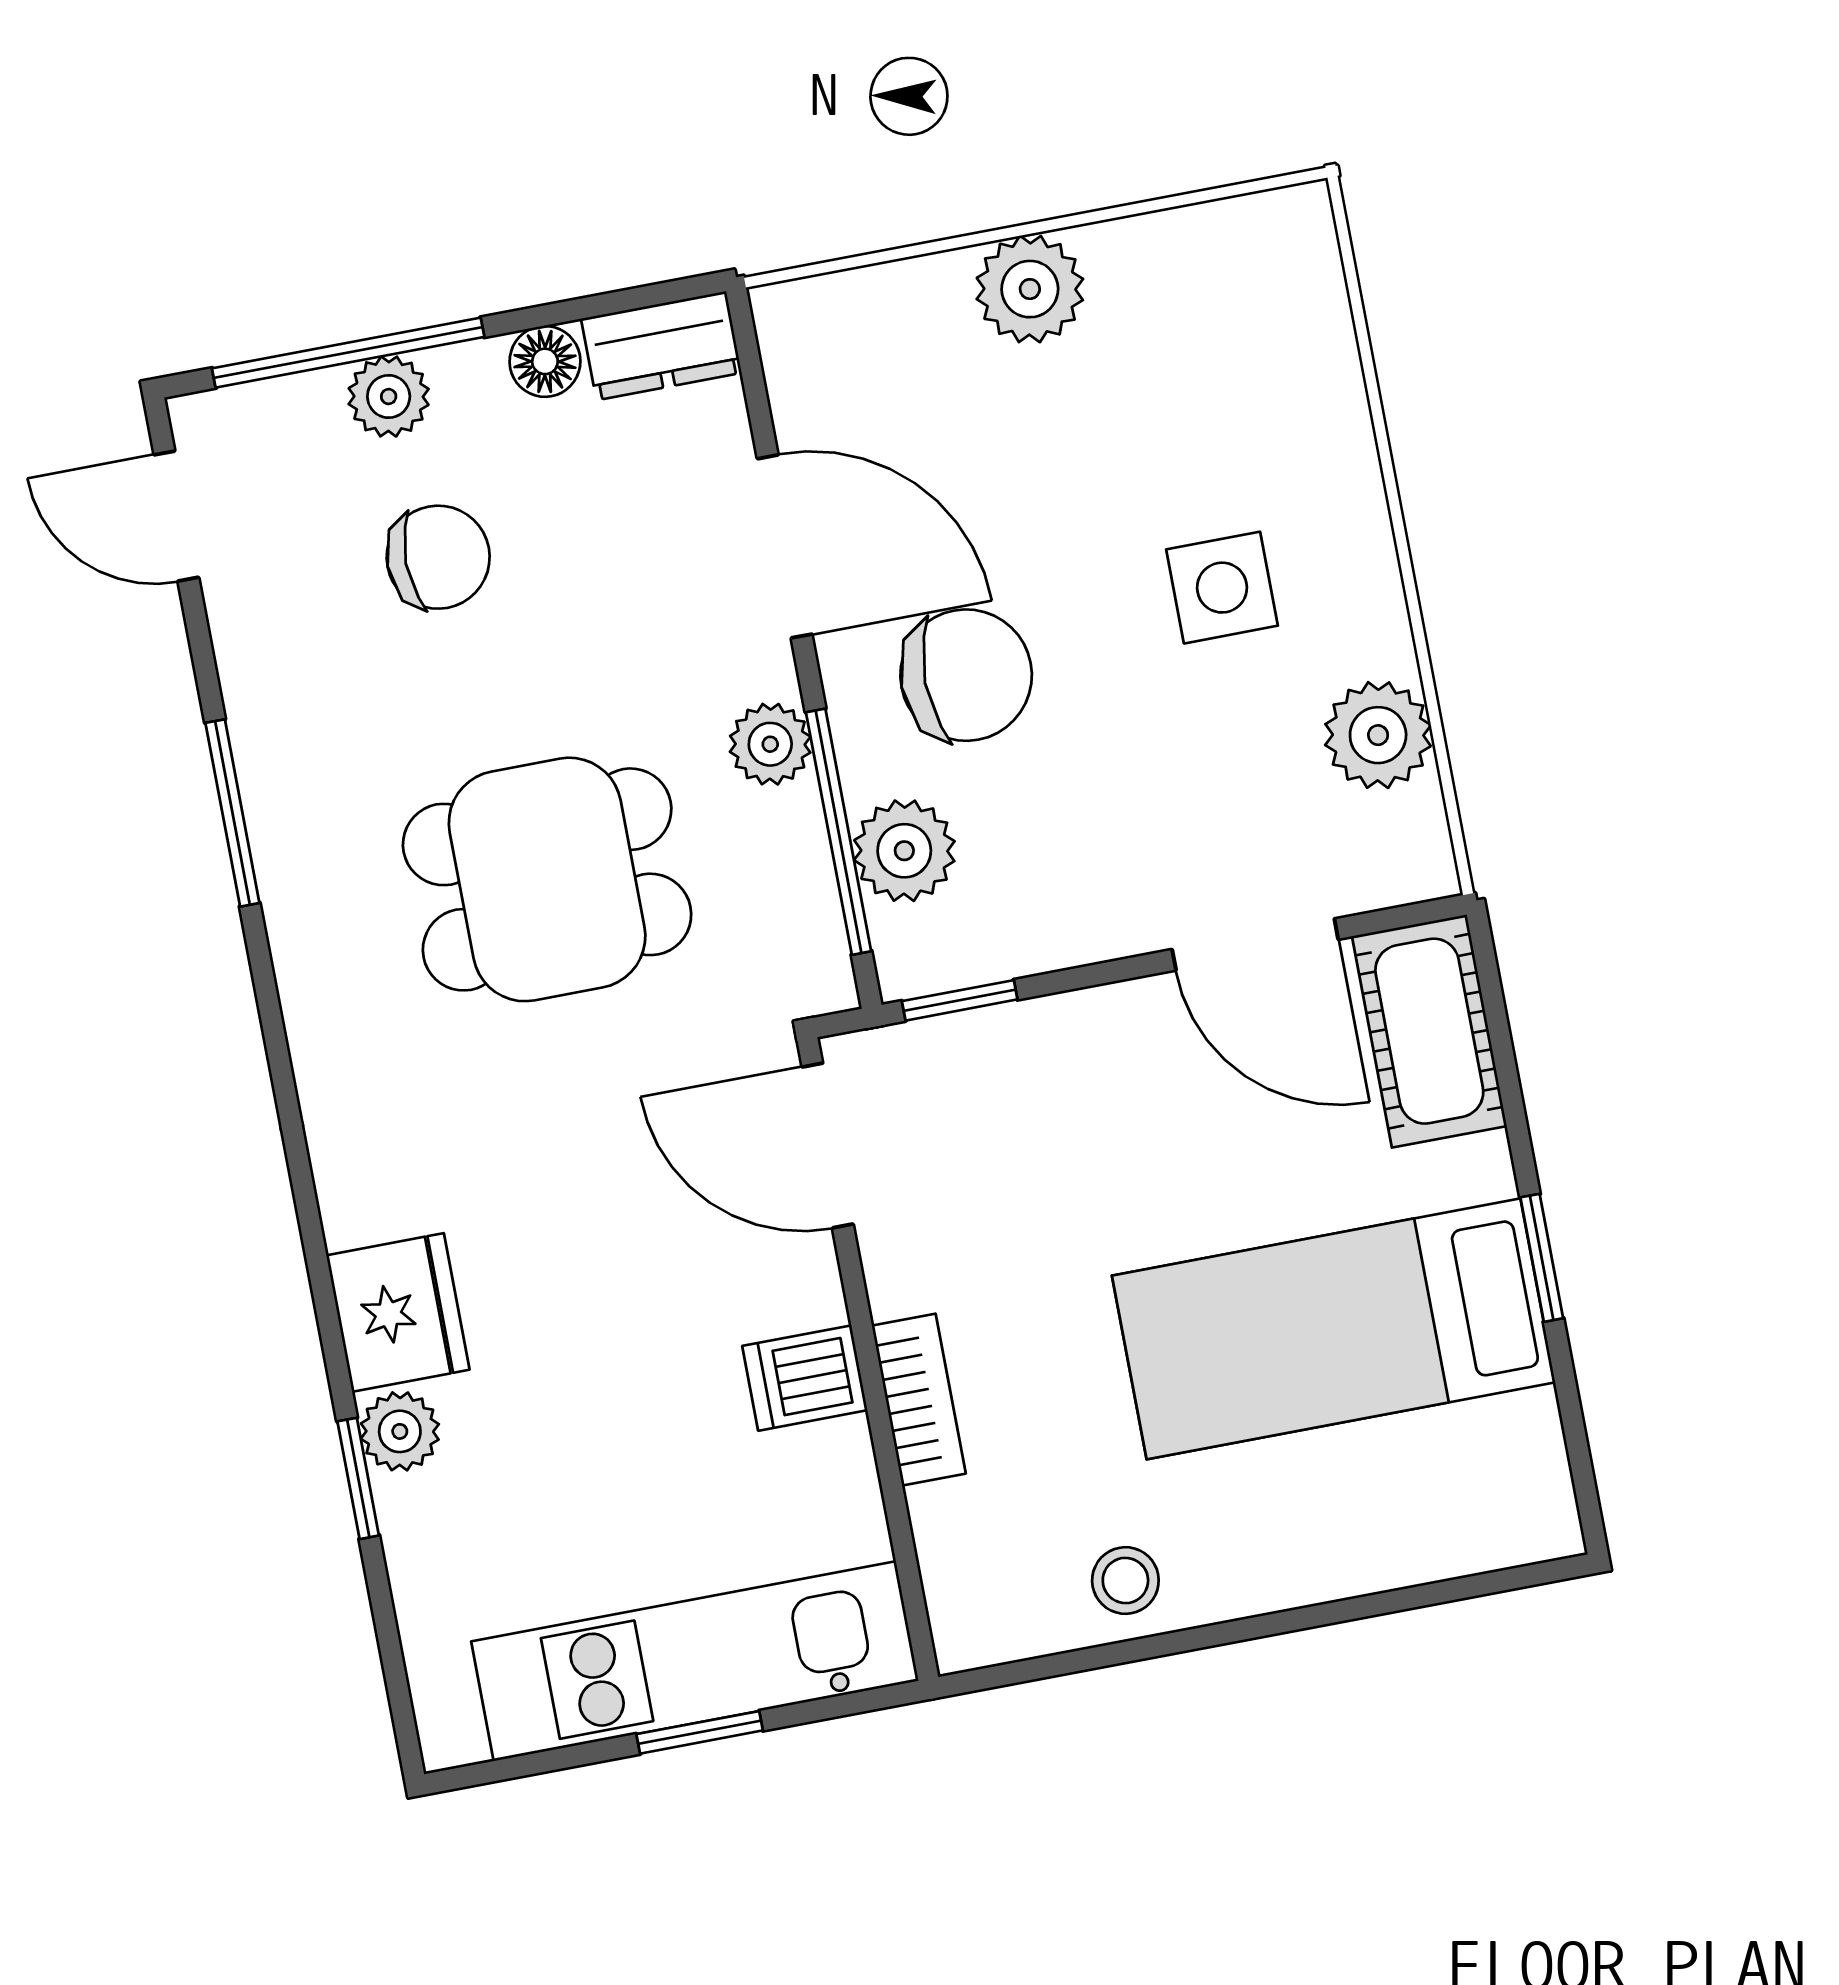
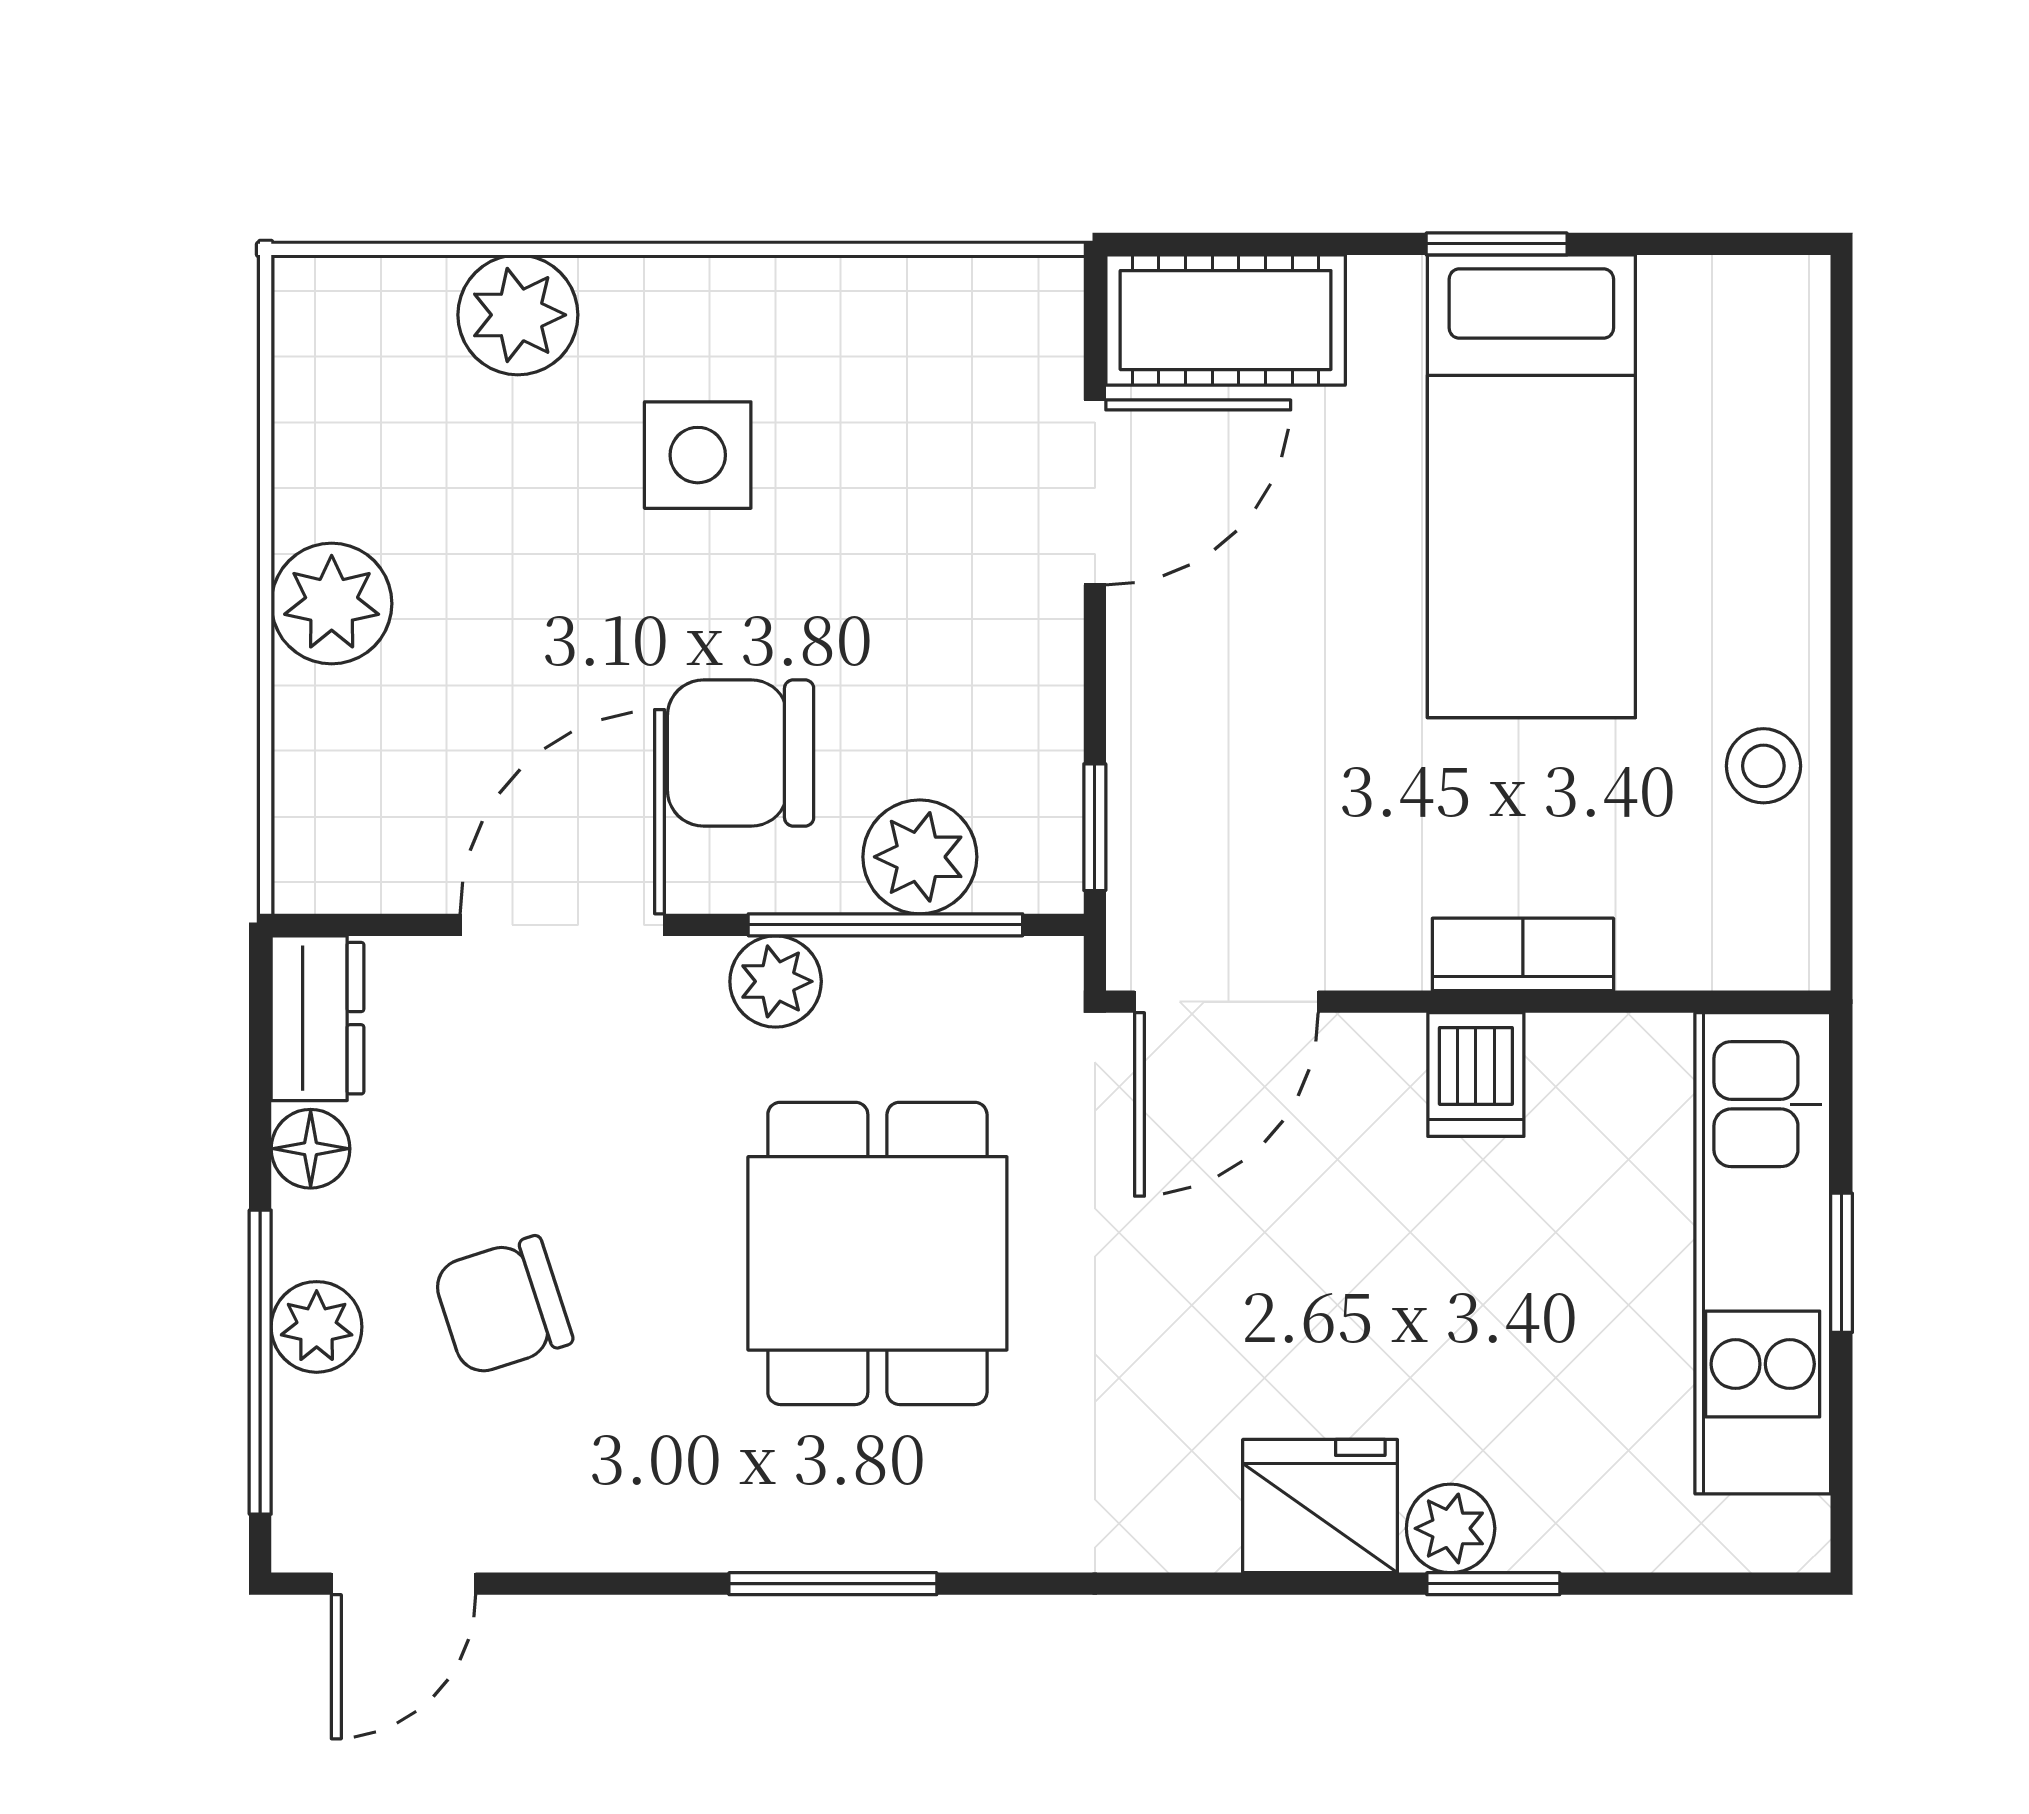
chair: (438, 557) -> (502, 1306), turned -108
chair: (966, 675) -> (741, 753), turned -90
plant: (1378, 735) -> (518, 315), moved
window: (232, 813) -> (833, 1584), moved

